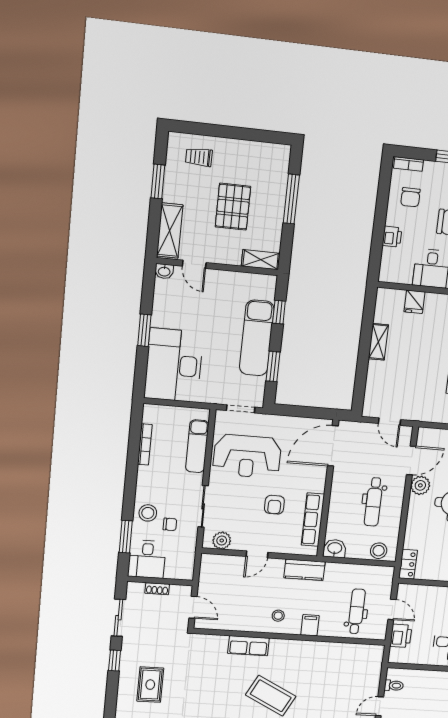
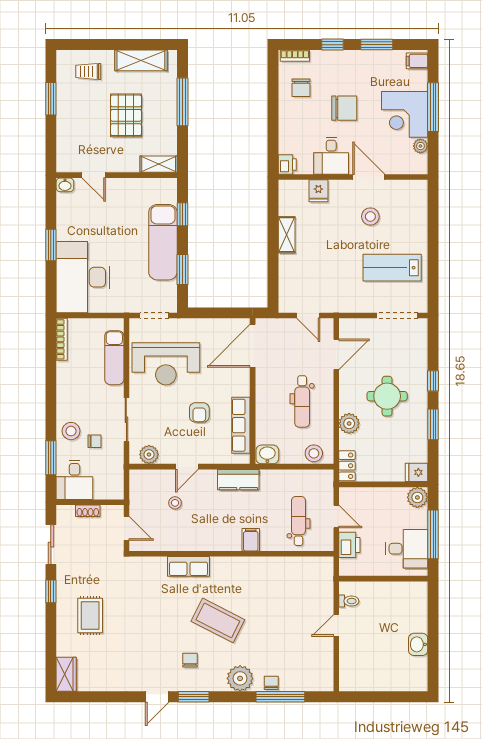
shelving: (170, 231) -> (141, 60), moved, turned 90
printer: (392, 237) -> (287, 164), moved
bookcase: (145, 444) -> (62, 339), moved
plant: (420, 485) -> (349, 423), moved
stool: (278, 616) -> (175, 503), moved

